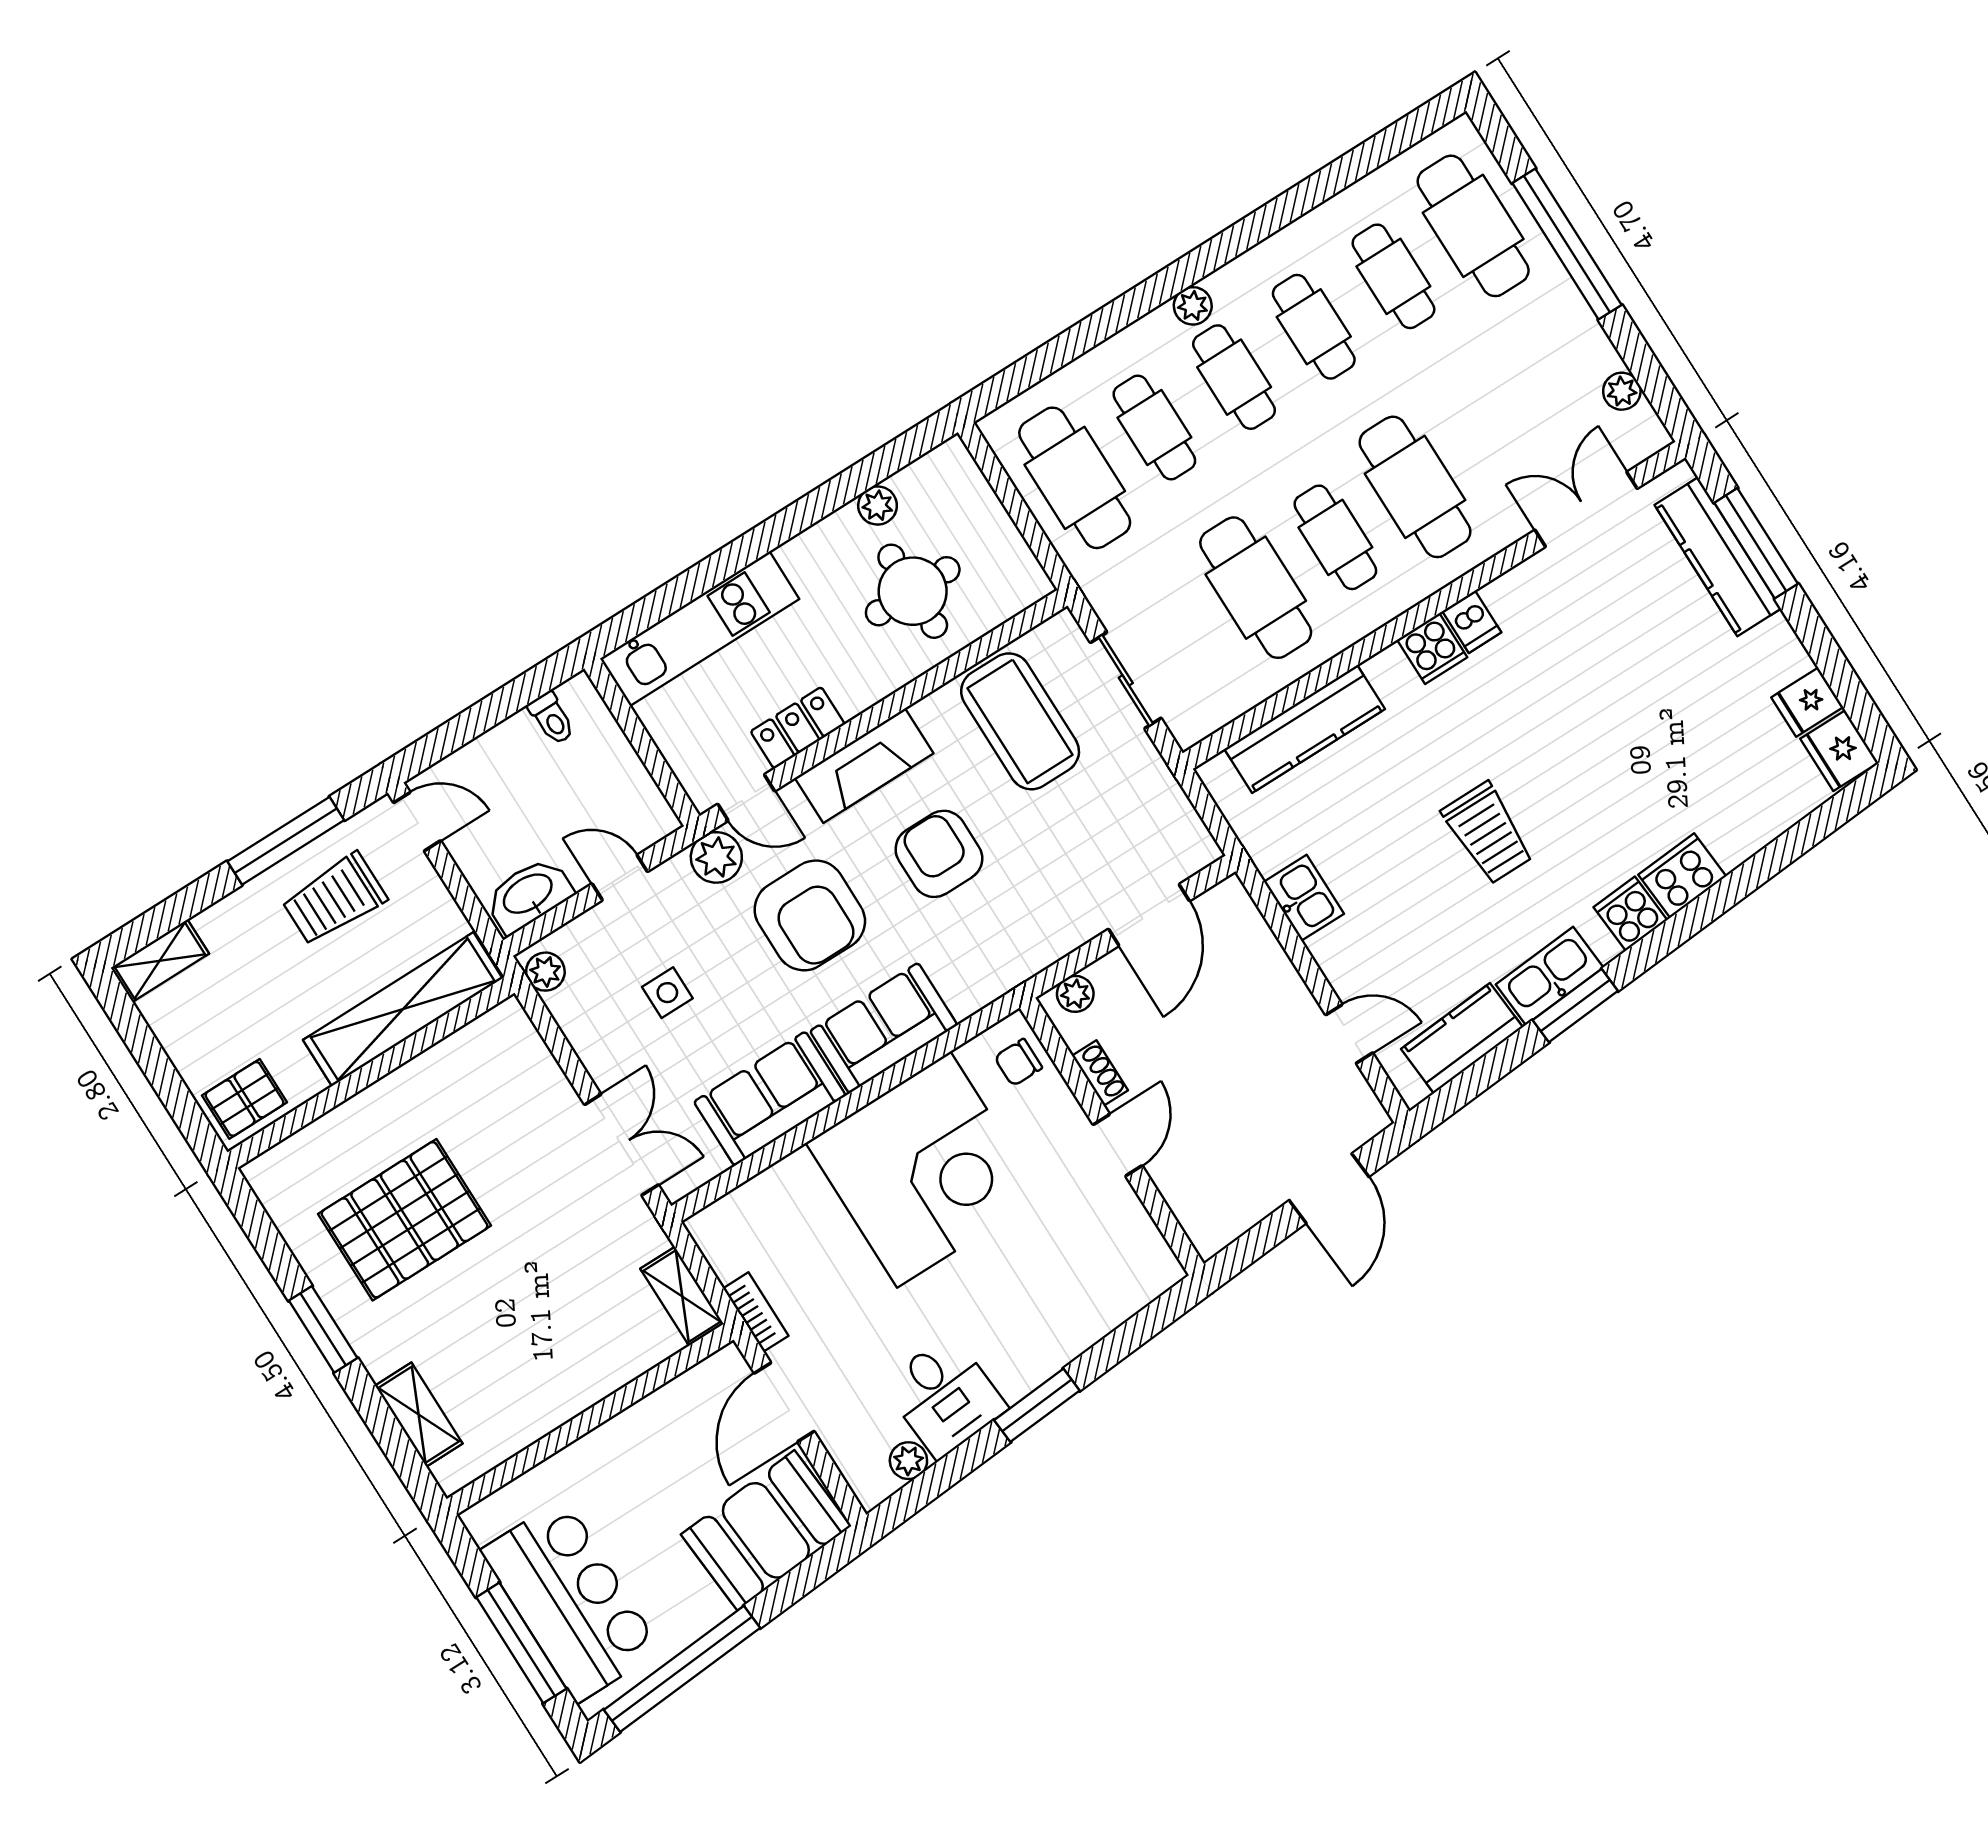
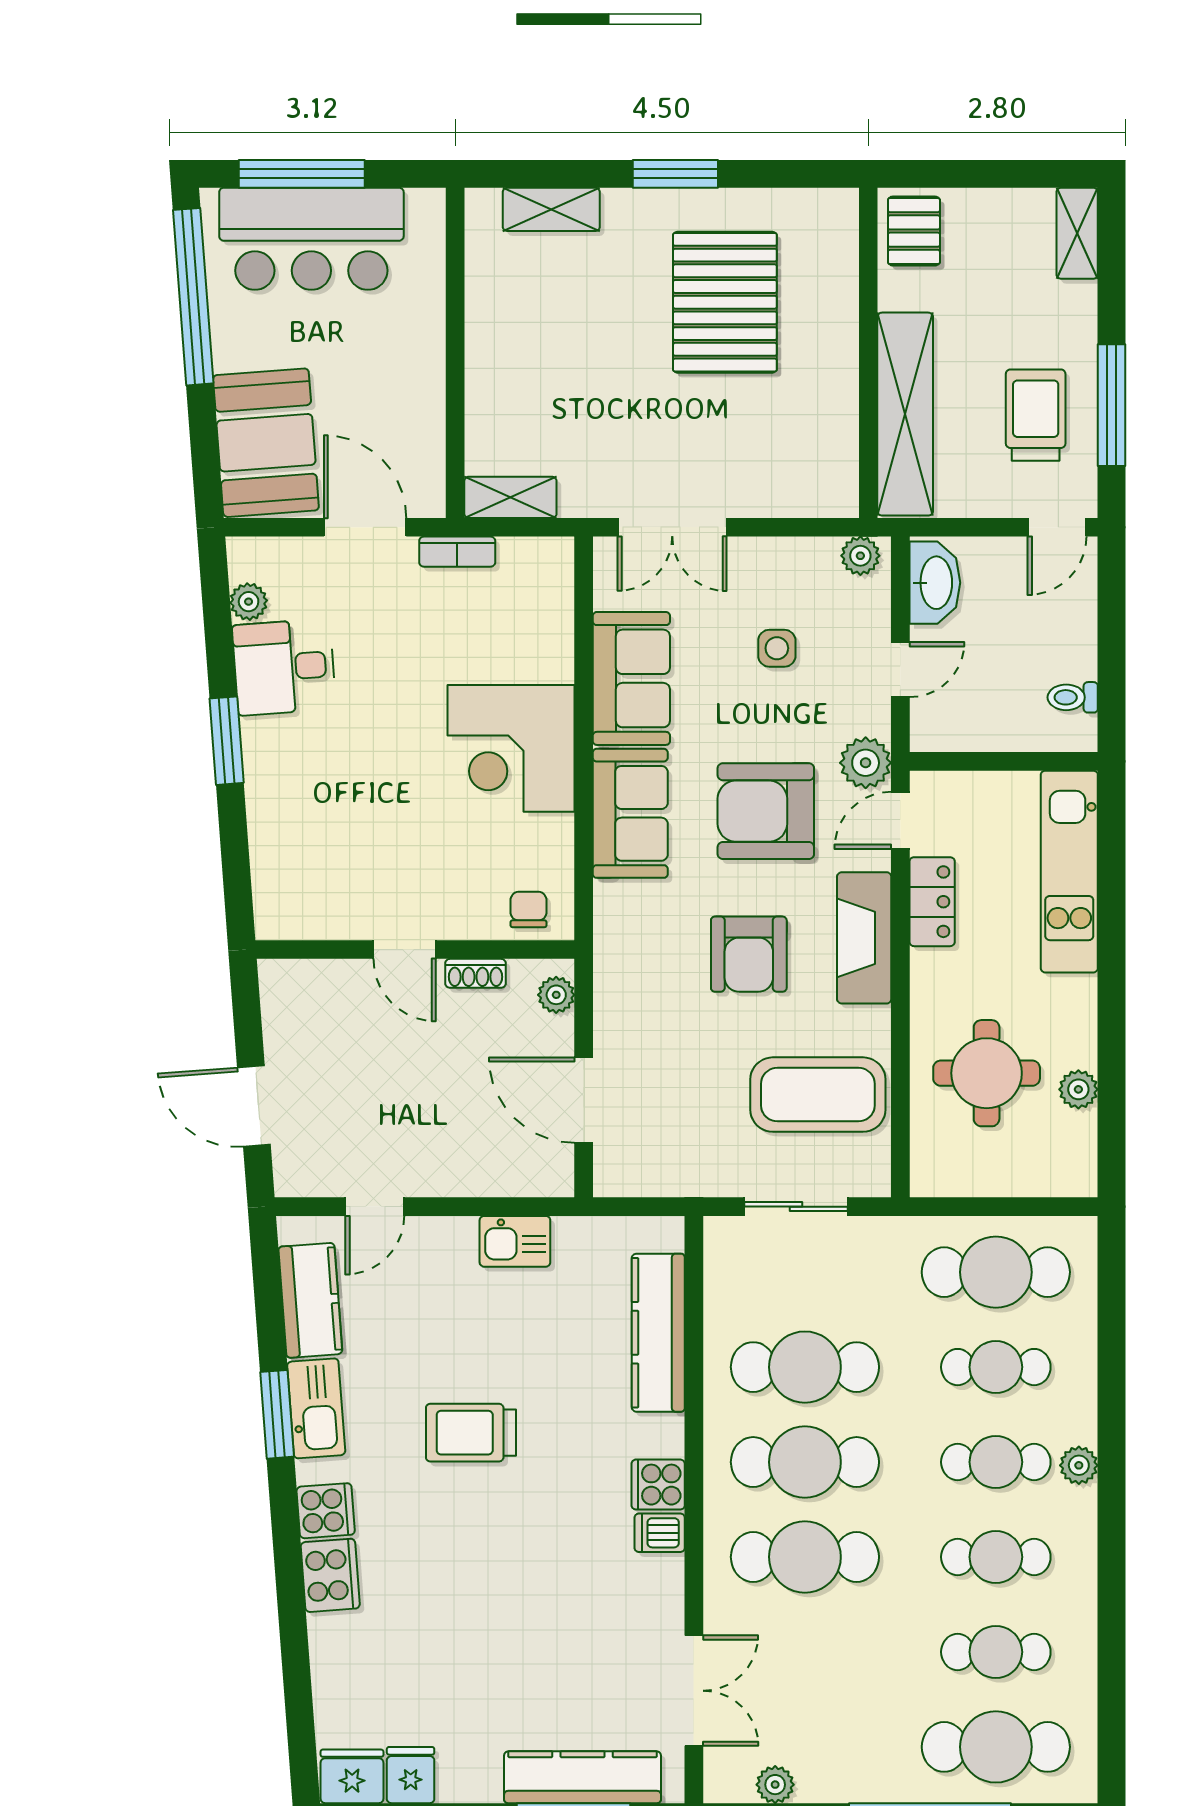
cafe table: (1335, 537) -> (805, 1462), width x1.37, depth x1.35
armchair: (939, 854) -> (749, 954), turned 90
corner desk: (924, 1170) -> (511, 748), width x0.74, depth x0.74

